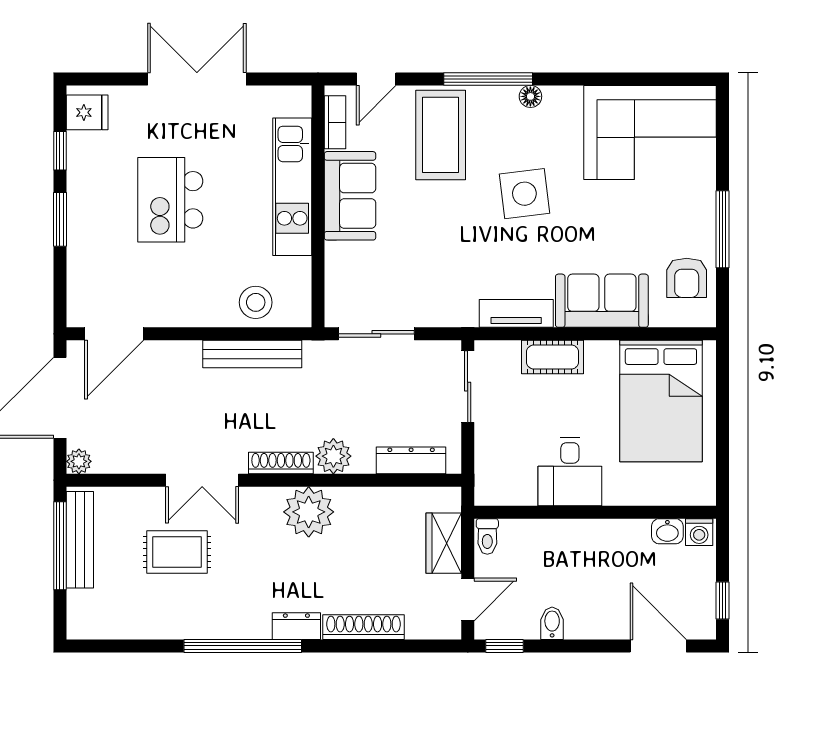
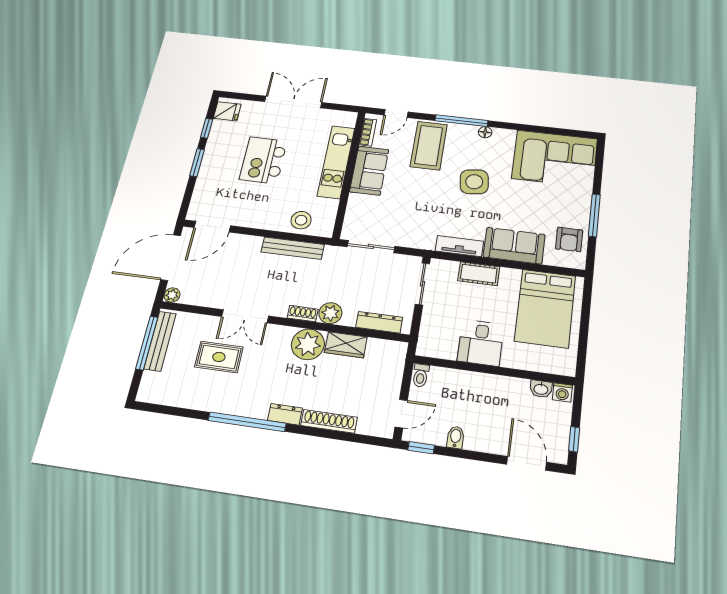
shoe rack: (281, 463) -> (303, 314), width x0.70
wardrobe: (444, 543) -> (346, 345), moved, turned -90

